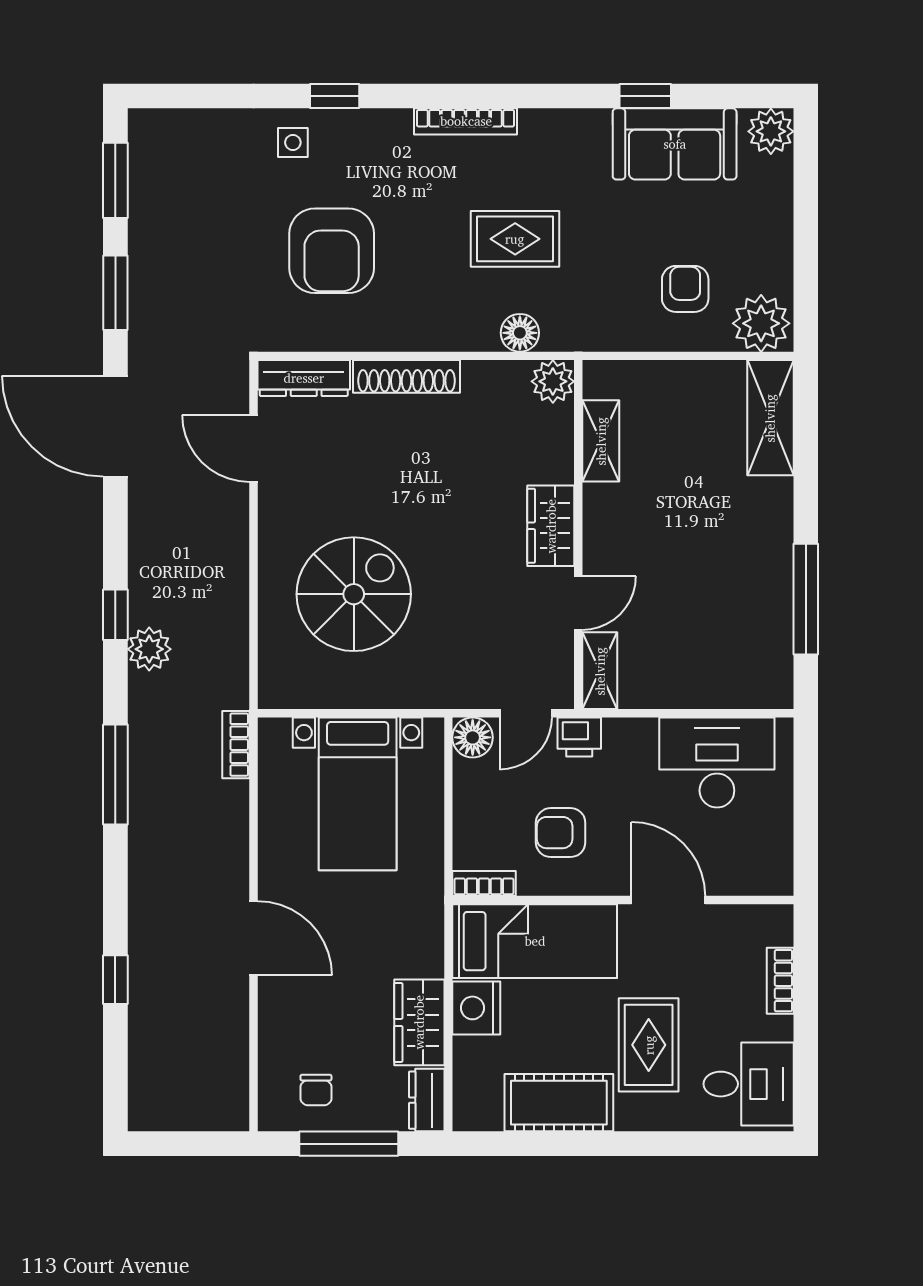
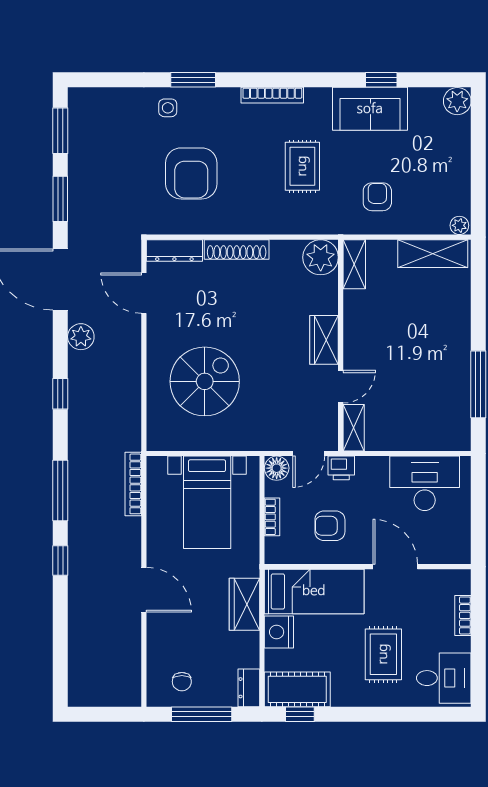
window: (335, 96) -> (193, 80), width x1.50
sofa: (675, 144) -> (370, 109), moved
rug: (515, 239) -> (302, 166), turned 90
armchair: (685, 289) -> (377, 197), moved
plant: (761, 323) -> (459, 225), width x0.53, depth x0.53
floor lamp: (520, 333) -> (305, 223), removed
plant: (553, 381) -> (321, 257), width x1.36, depth x1.36
shelving: (770, 418) -> (433, 254), moved, turned 90
shelving: (601, 441) -> (354, 264), moved
plant: (149, 649) -> (81, 337), moved
bookcase: (236, 745) -> (133, 484), width x1.56
bookcase: (484, 883) -> (272, 517), moved, turned 90
window: (115, 980) -> (60, 560), moved
wardrobe: (419, 1022) -> (244, 604), moved
cot: (559, 1103) -> (297, 689), moved
window: (511, 1144) -> (300, 714), added

